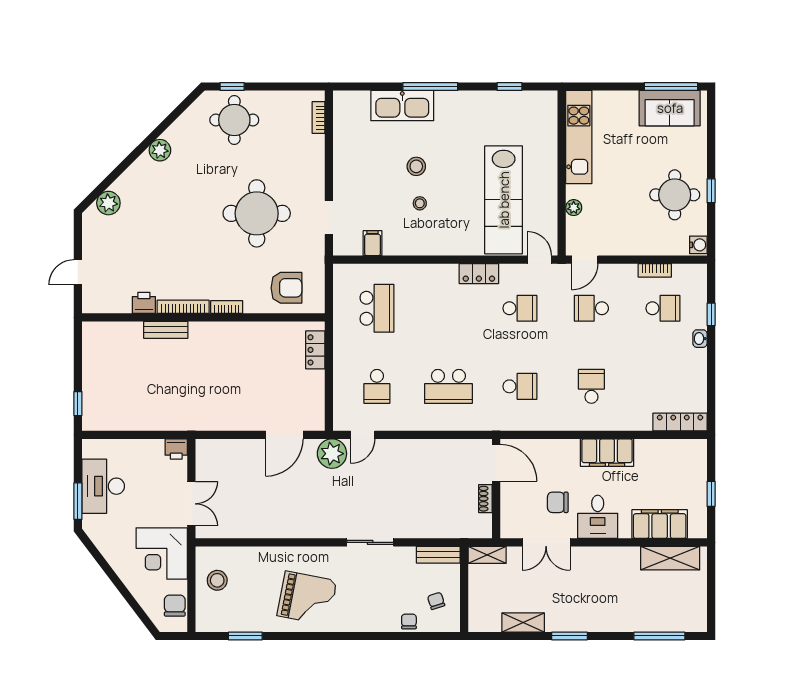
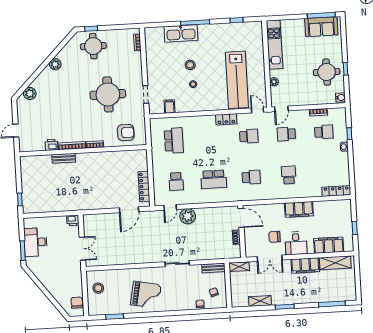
locker: (315, 350) -> (144, 186), moved, width x1.53
plant: (332, 454) -> (188, 216), moved
corner desk: (162, 553) -> (68, 276), removed
filing cabinet: (613, 560) -> (305, 265), added

